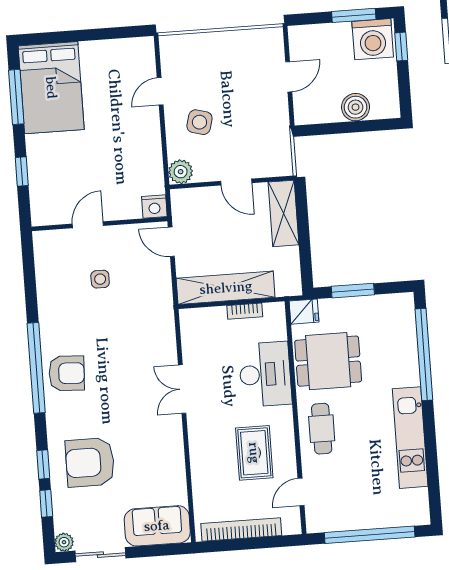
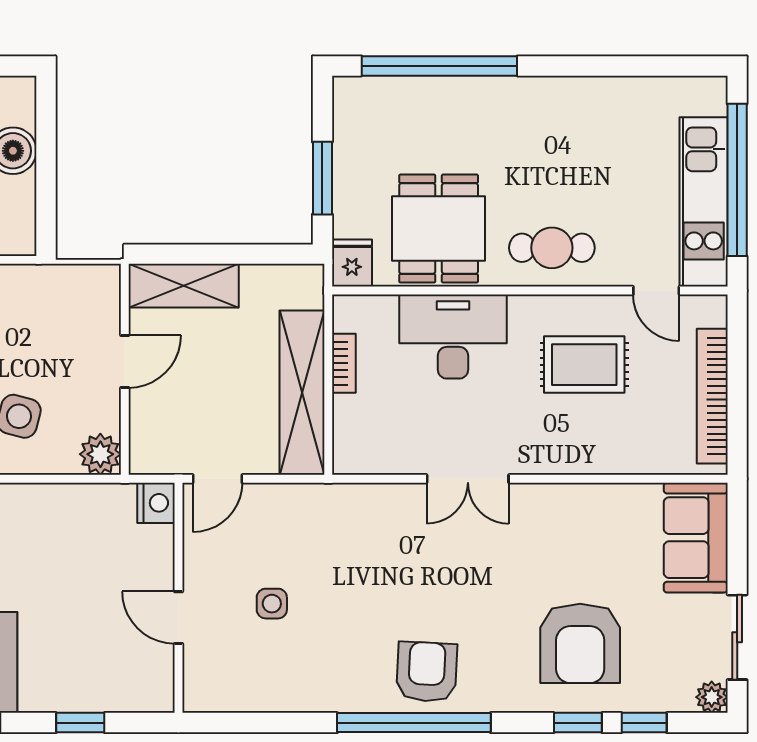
kitchen unit: (410, 438) -> (704, 202), moved, turned 90

